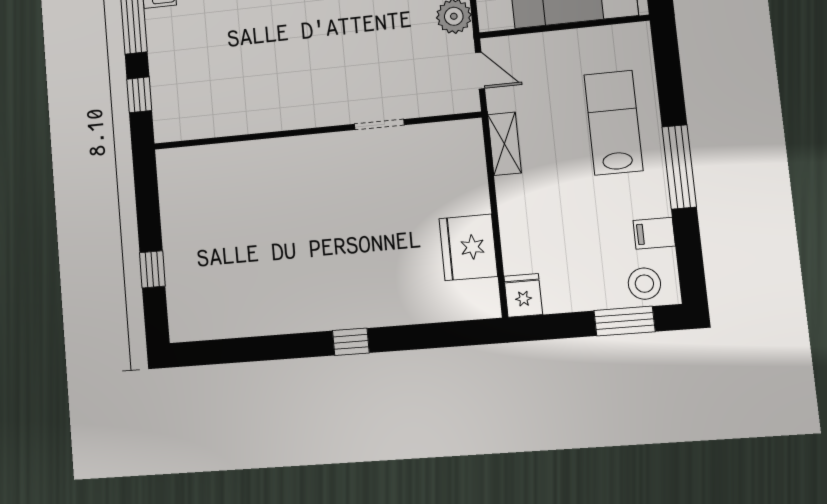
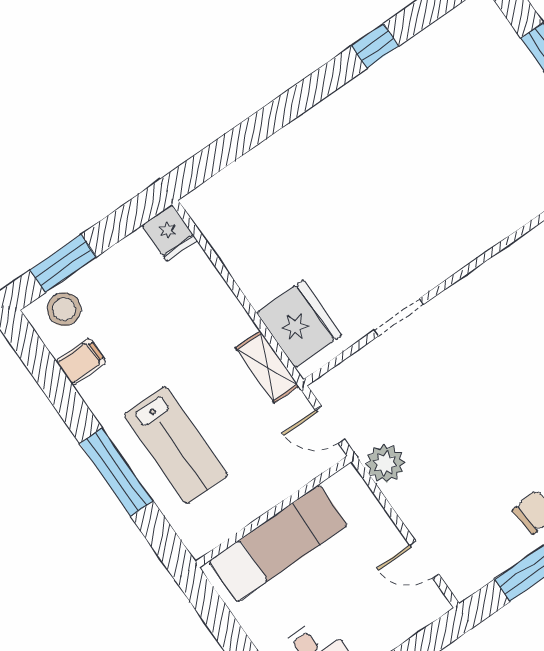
window: (679, 167) -> (117, 472), moved
fridge: (468, 247) -> (299, 324), moved
window: (351, 342) -> (375, 46), moved

